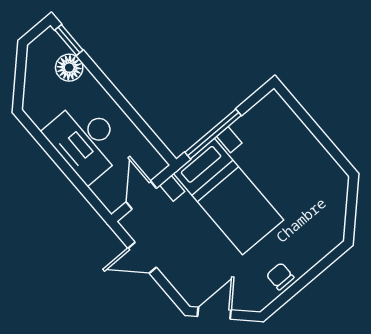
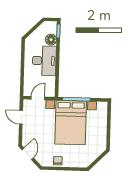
desk: (85, 141) -> (44, 61), moved, turned 180
bed with nightstands: (228, 197) -> (71, 123), width x1.36
door: (214, 313) -> (28, 154), hinge flipped

